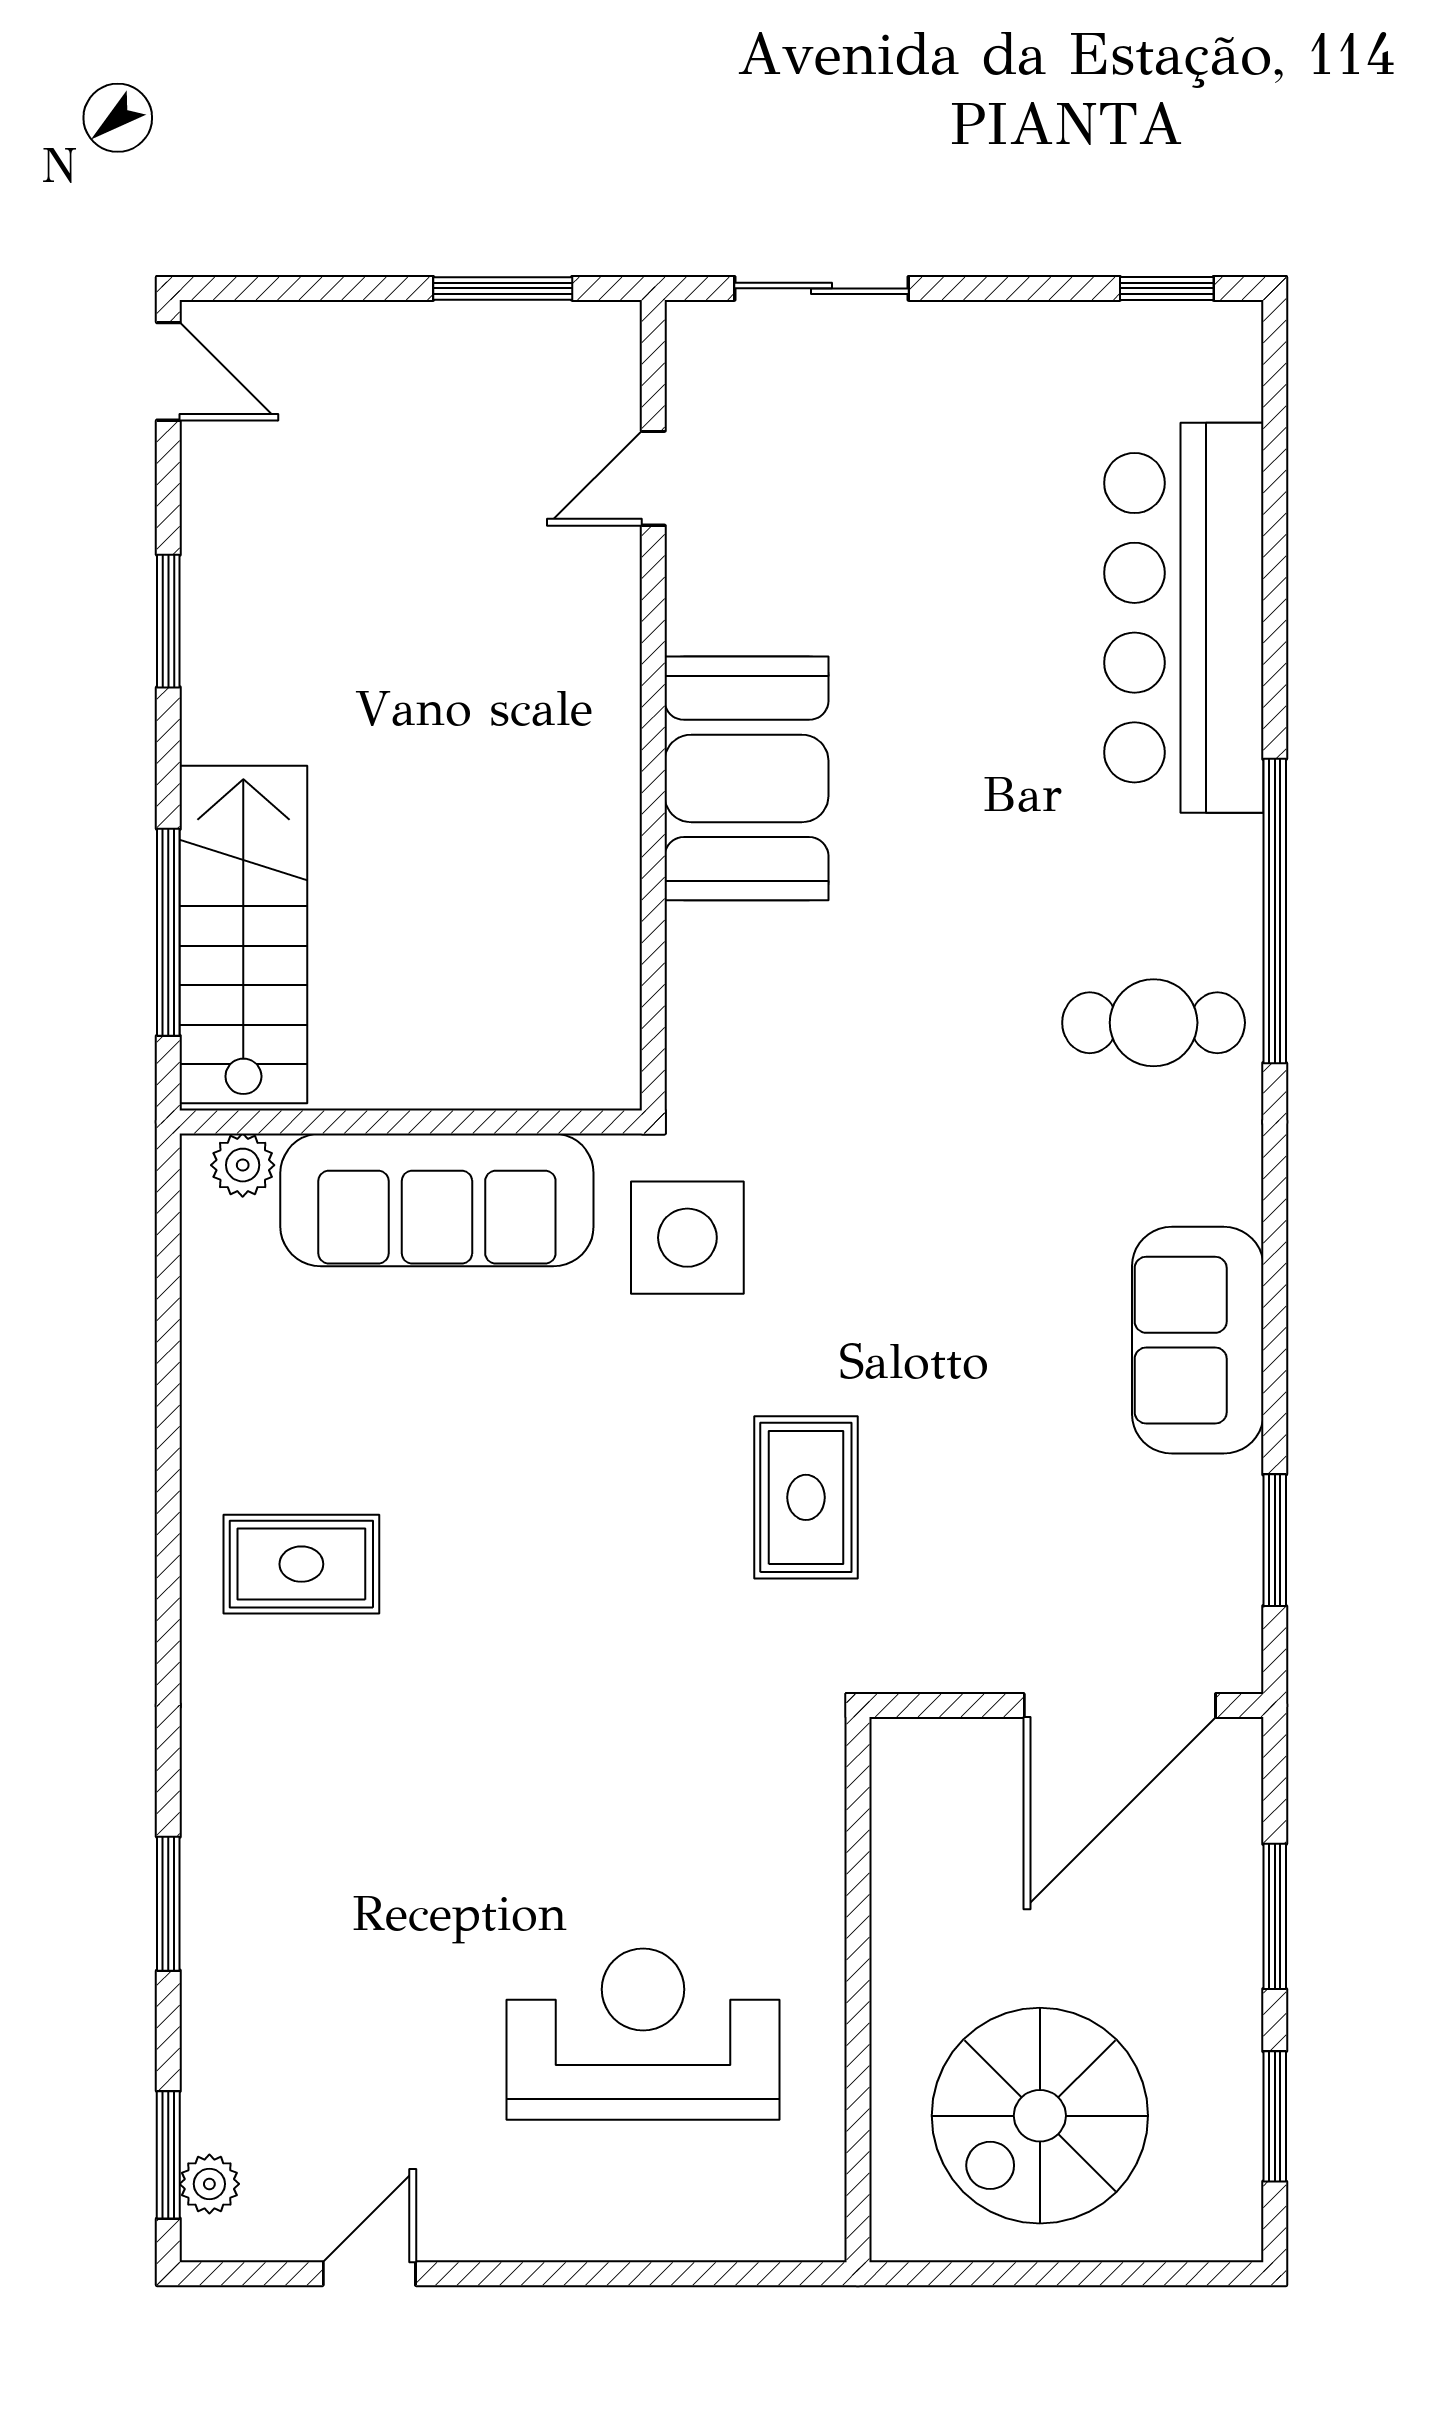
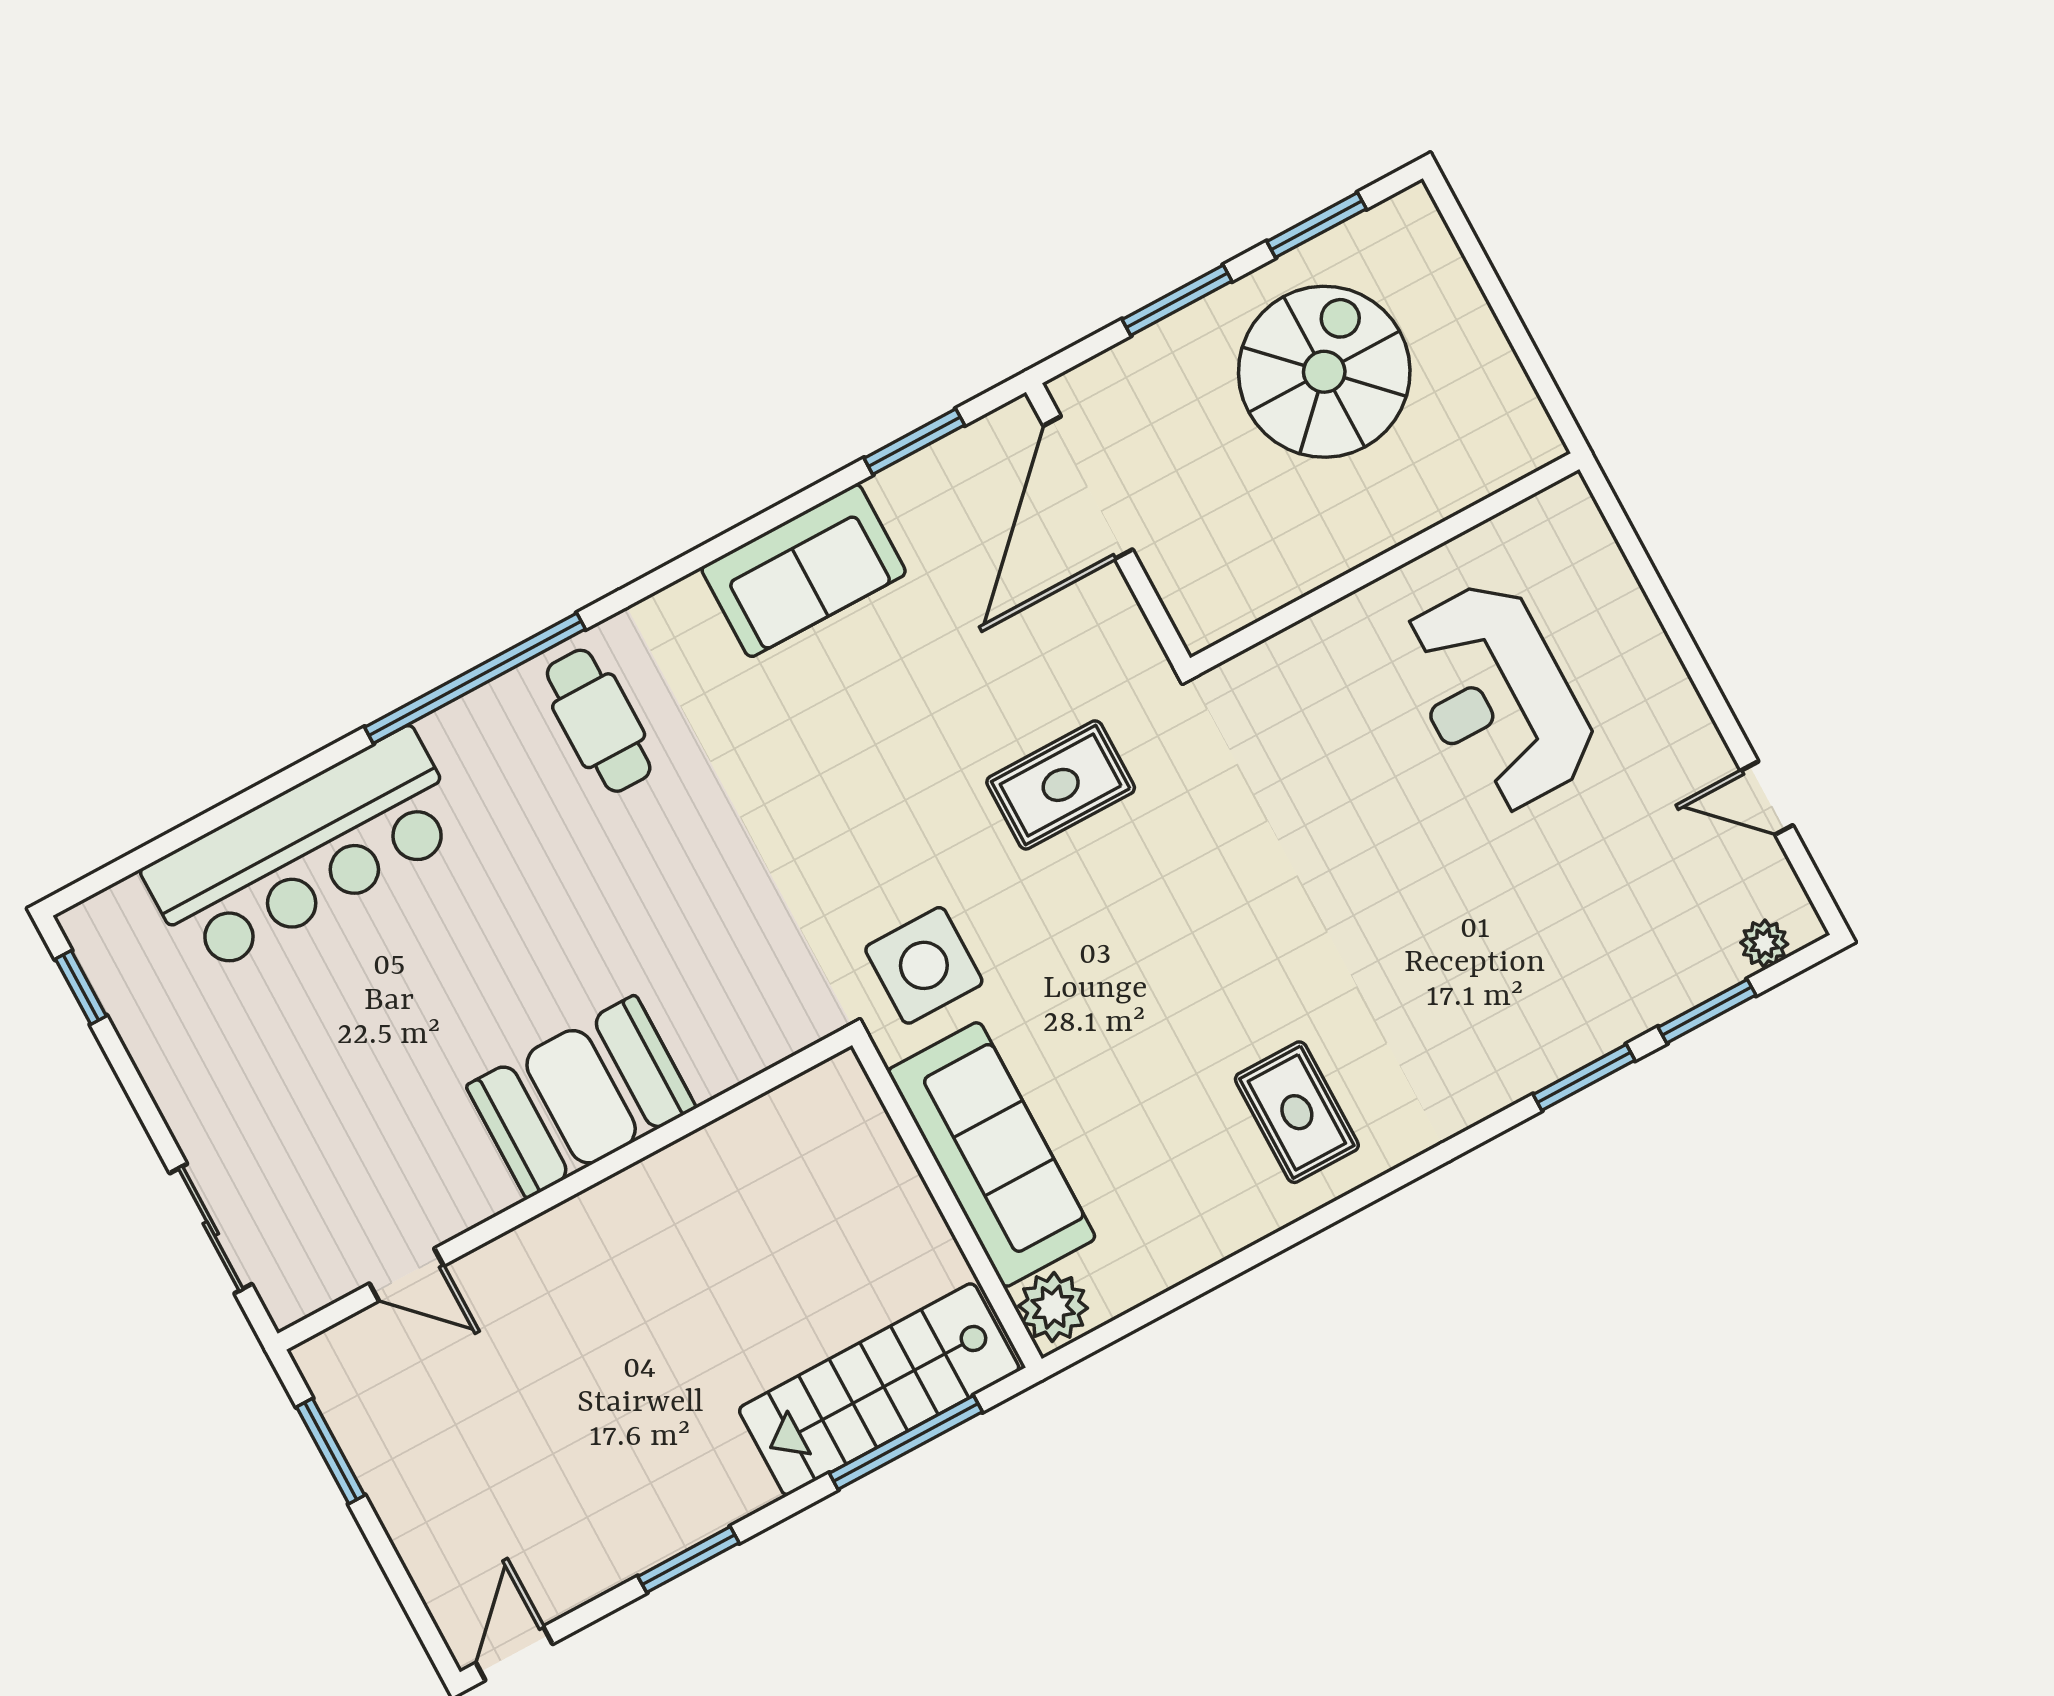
plant: (243, 1165) -> (1053, 1307), width x1.38, depth x1.38
door: (1120, 1705) -> (1088, 488), swing flipped
spiral stairs: (1040, 2116) -> (1324, 372), moved, turned -90
window: (168, 2155) -> (1707, 1011), moved

